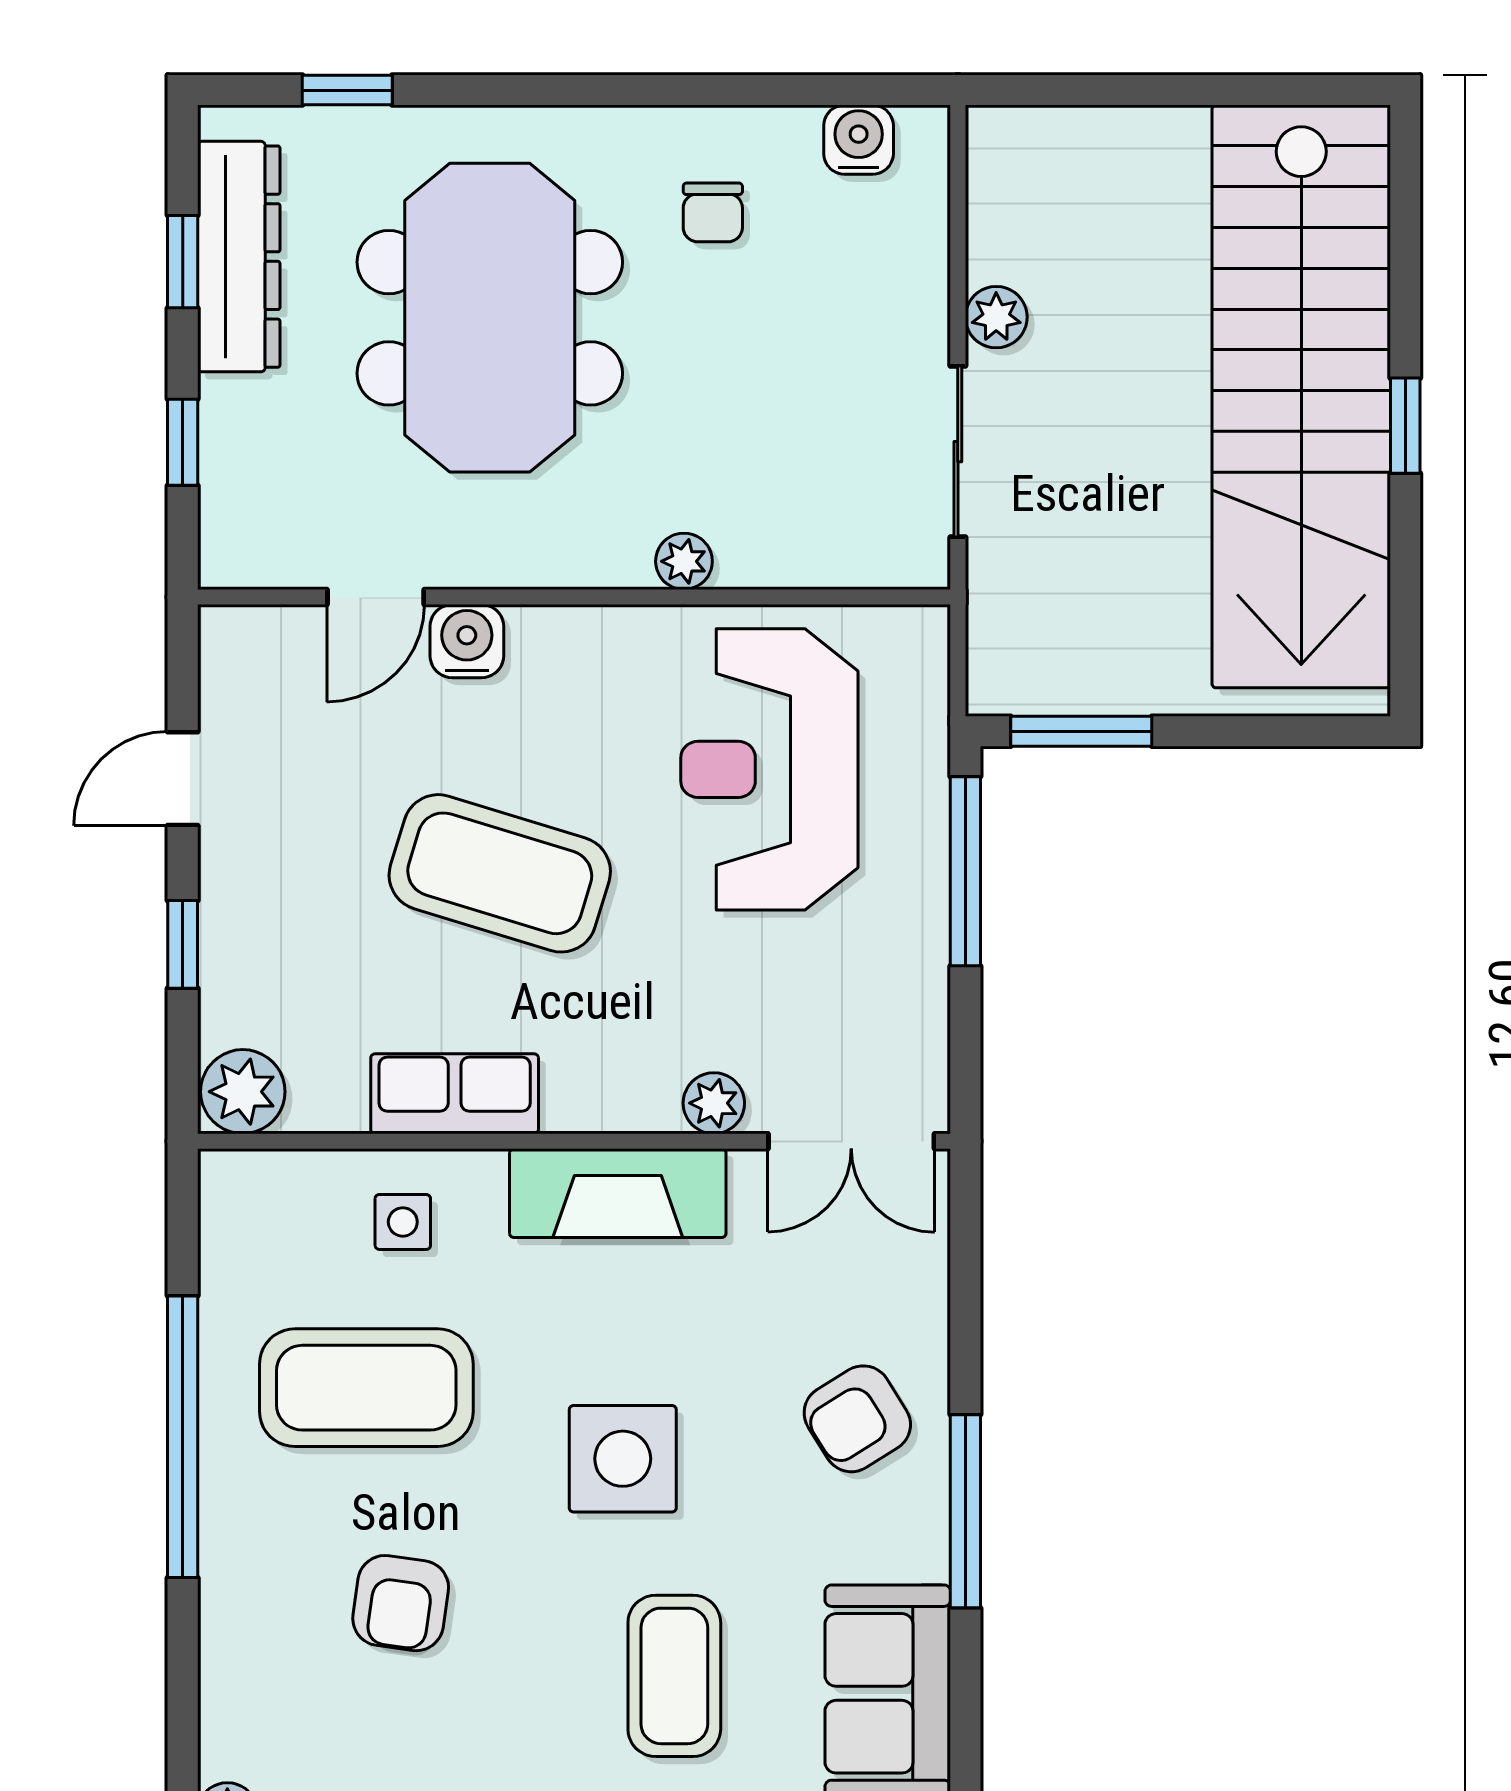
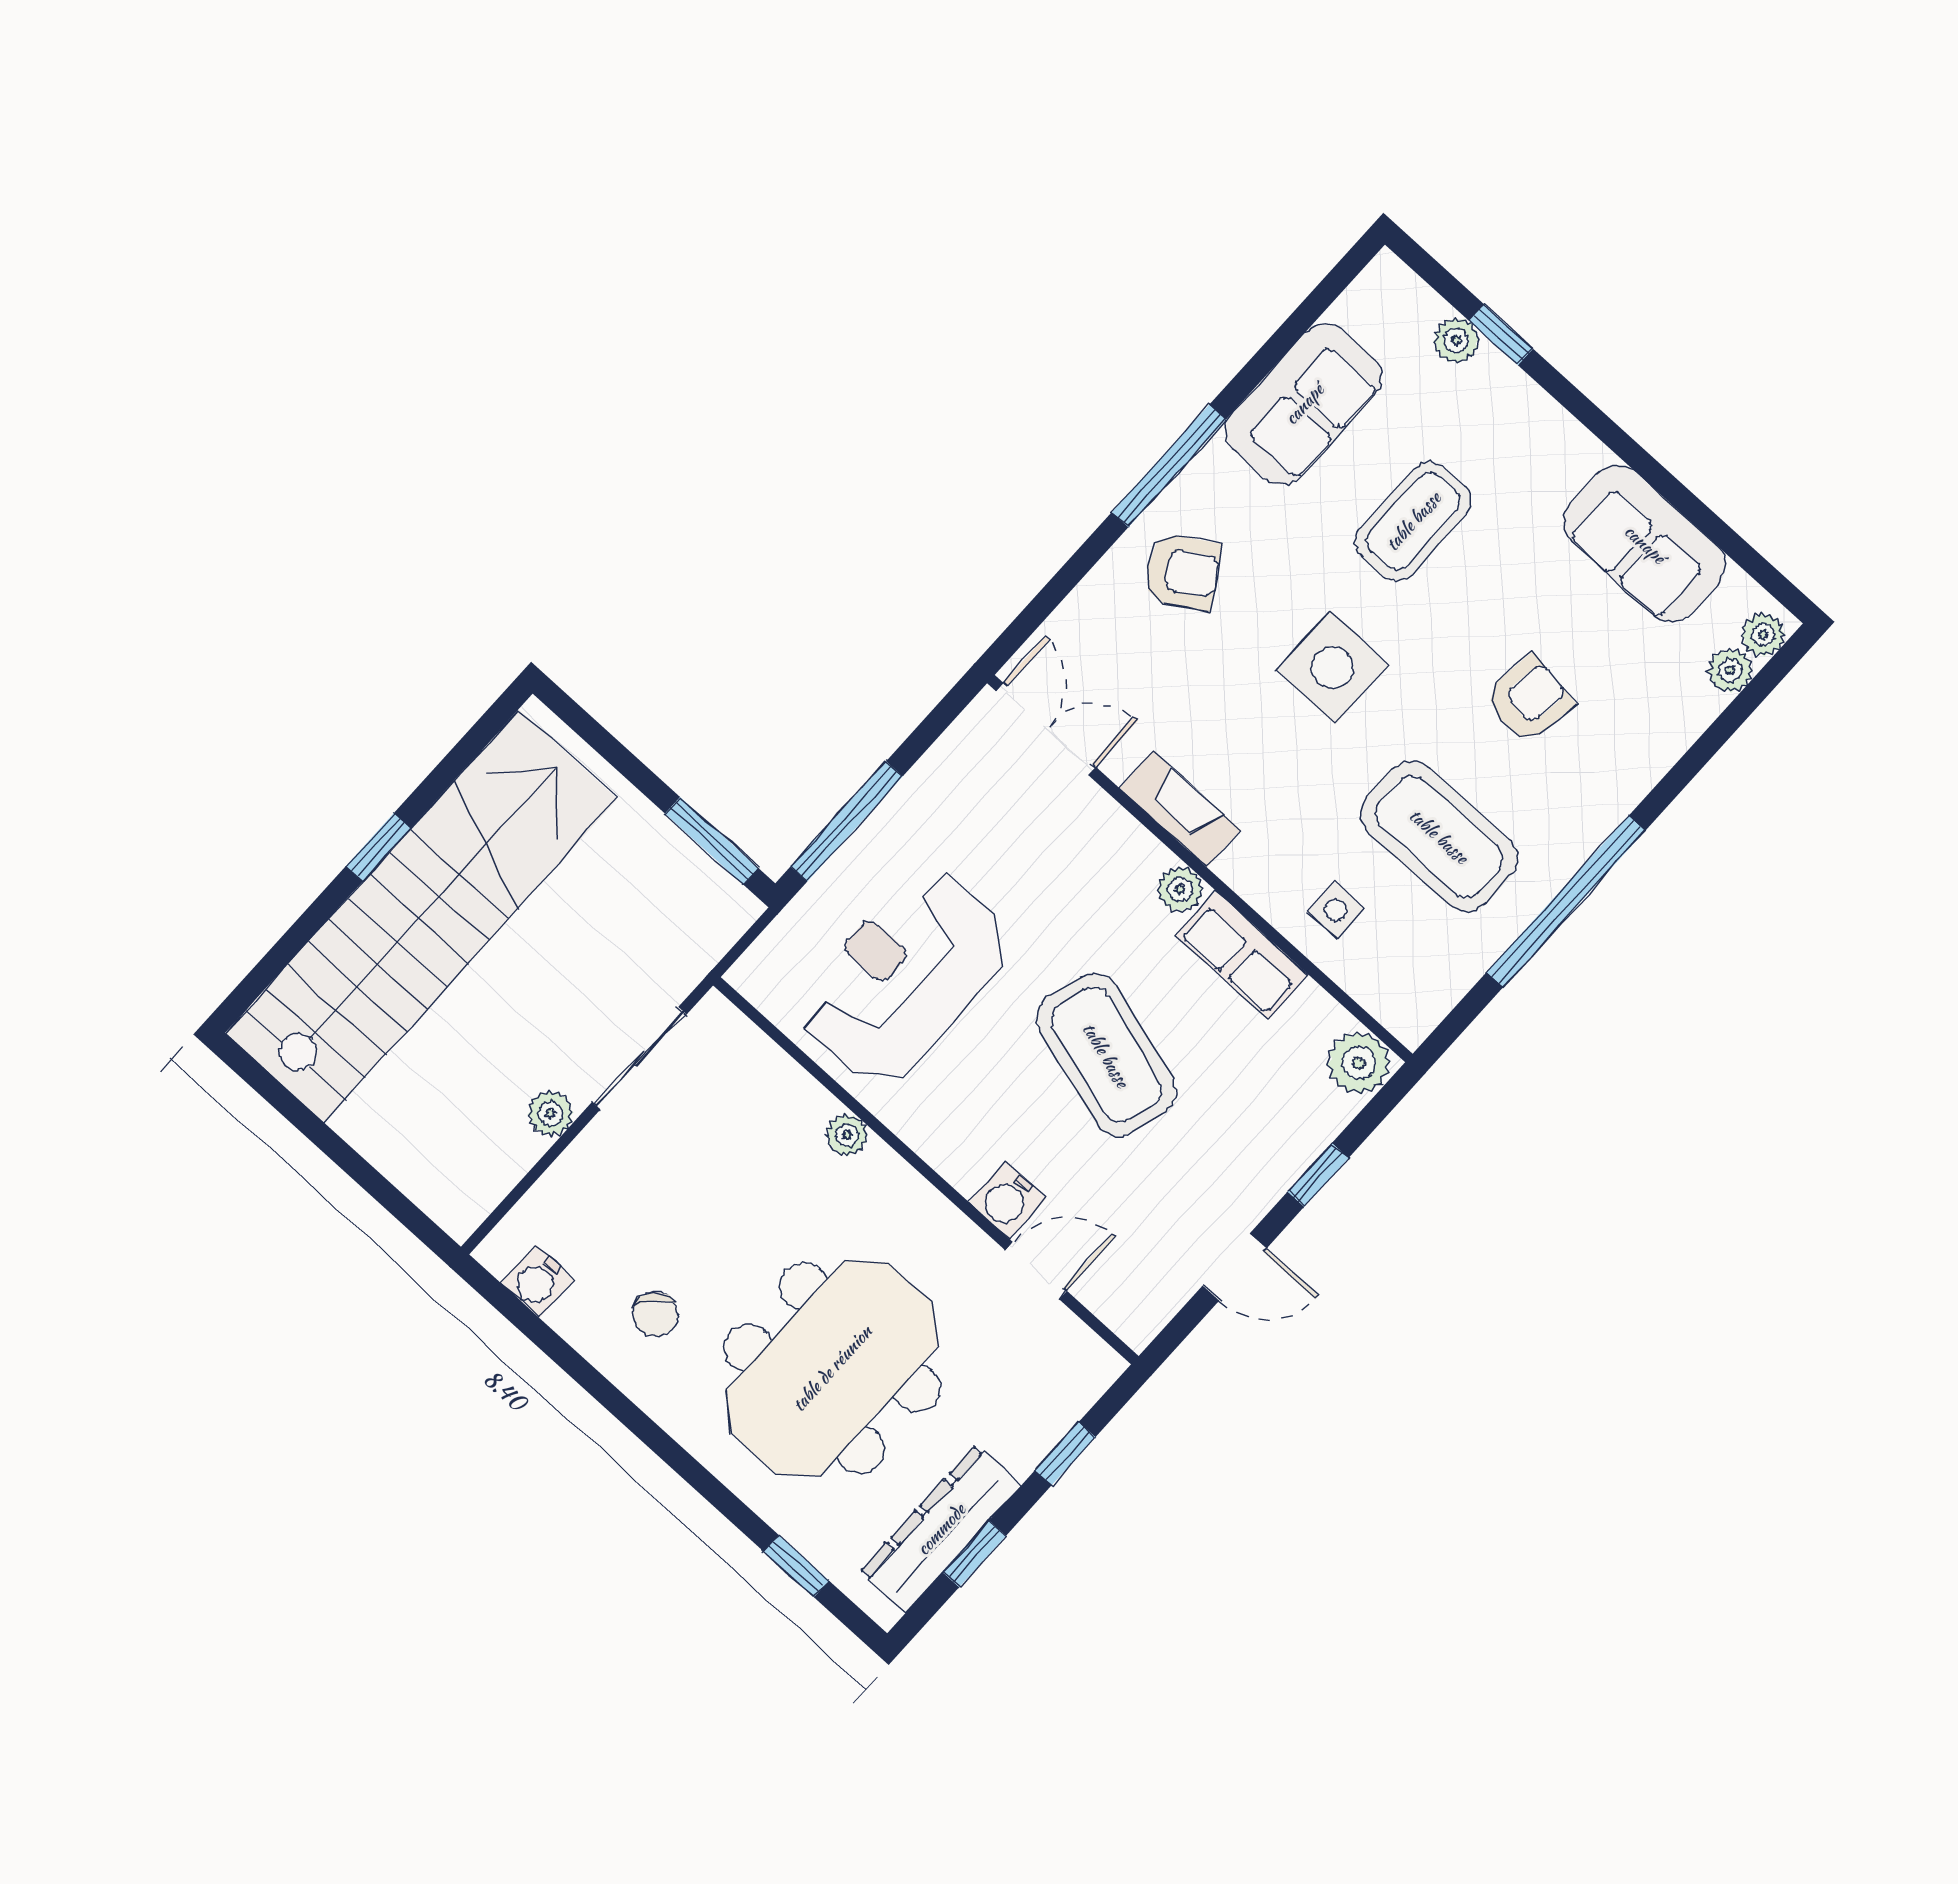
chair: (713, 212) -> (655, 1314), turned 133
reception desk: (769, 769) -> (904, 977), turned 180
plant: (714, 1103) -> (1180, 889), moved
fireplace: (618, 1193) -> (1180, 809), width x0.73, depth x0.76

